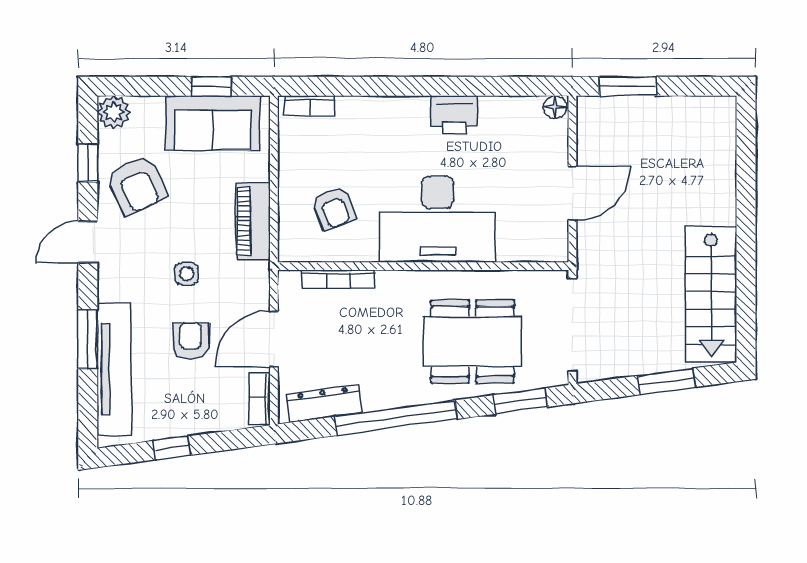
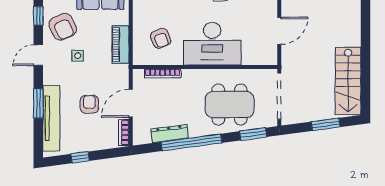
side table: (187, 274) -> (78, 56), moved
dresser: (324, 404) -> (169, 134), moved

